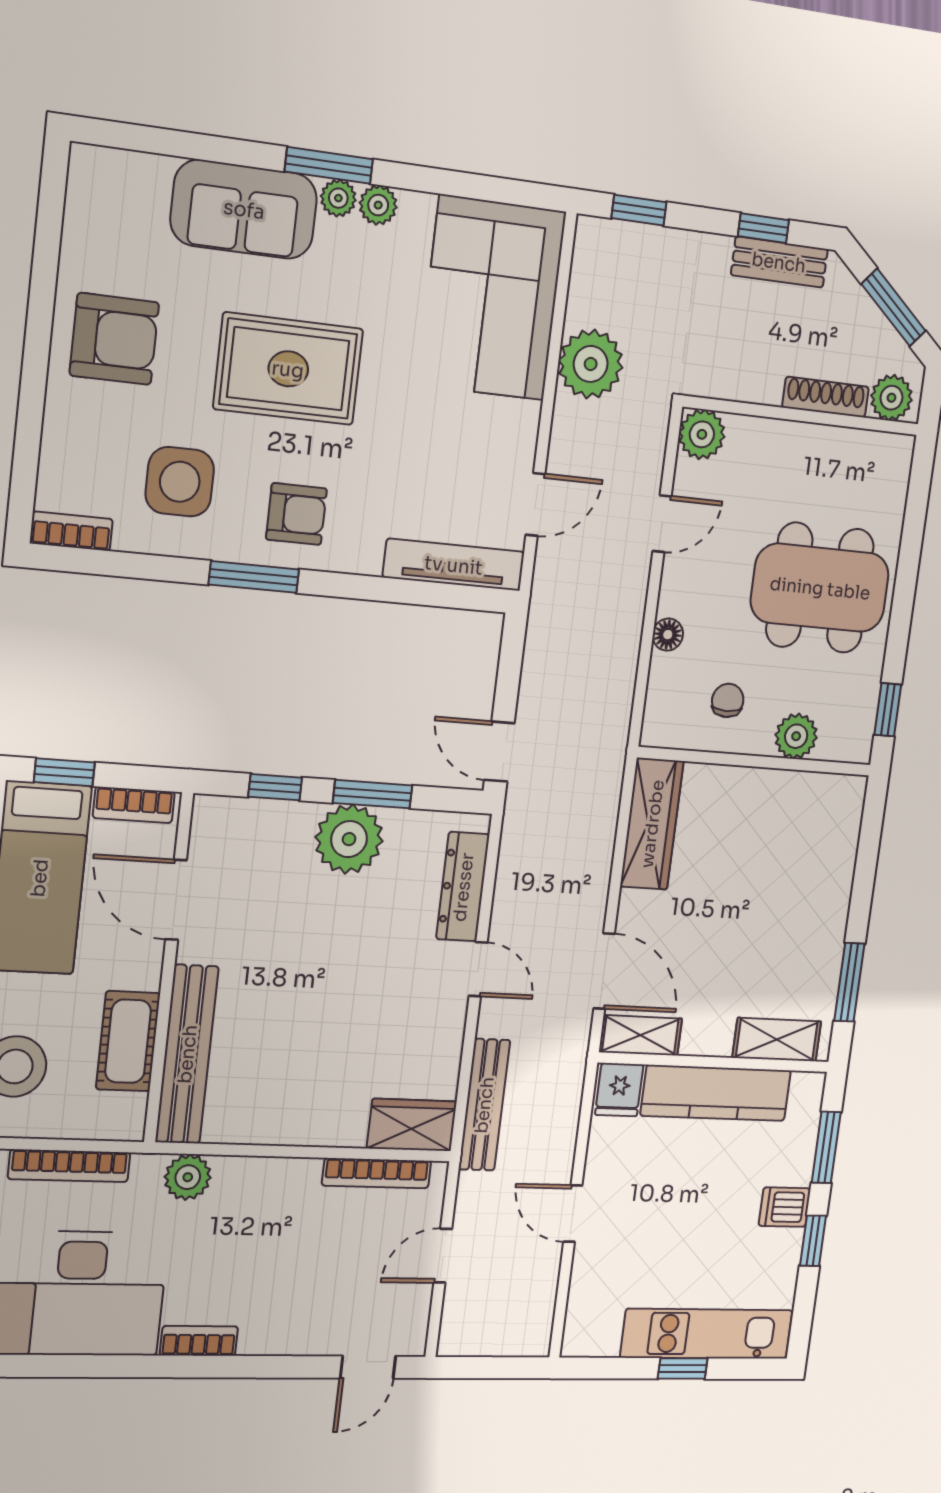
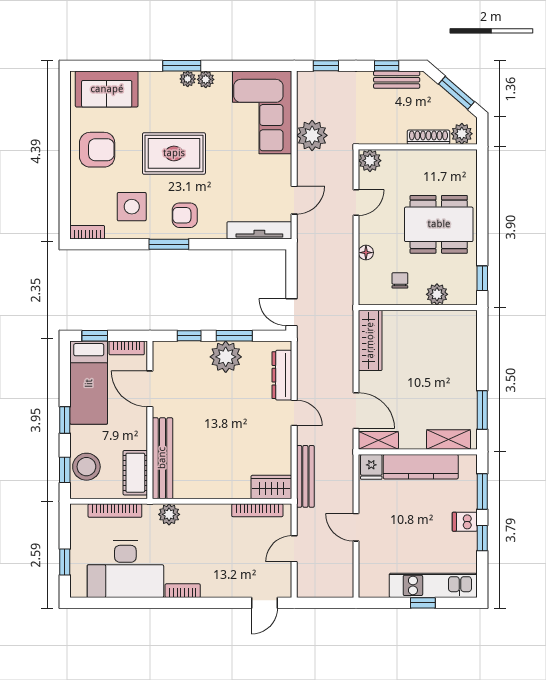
sofa: (244, 209) -> (107, 89), moved
armchair: (296, 514) -> (185, 215), turned 180
cot: (128, 1041) -> (135, 473), moved

